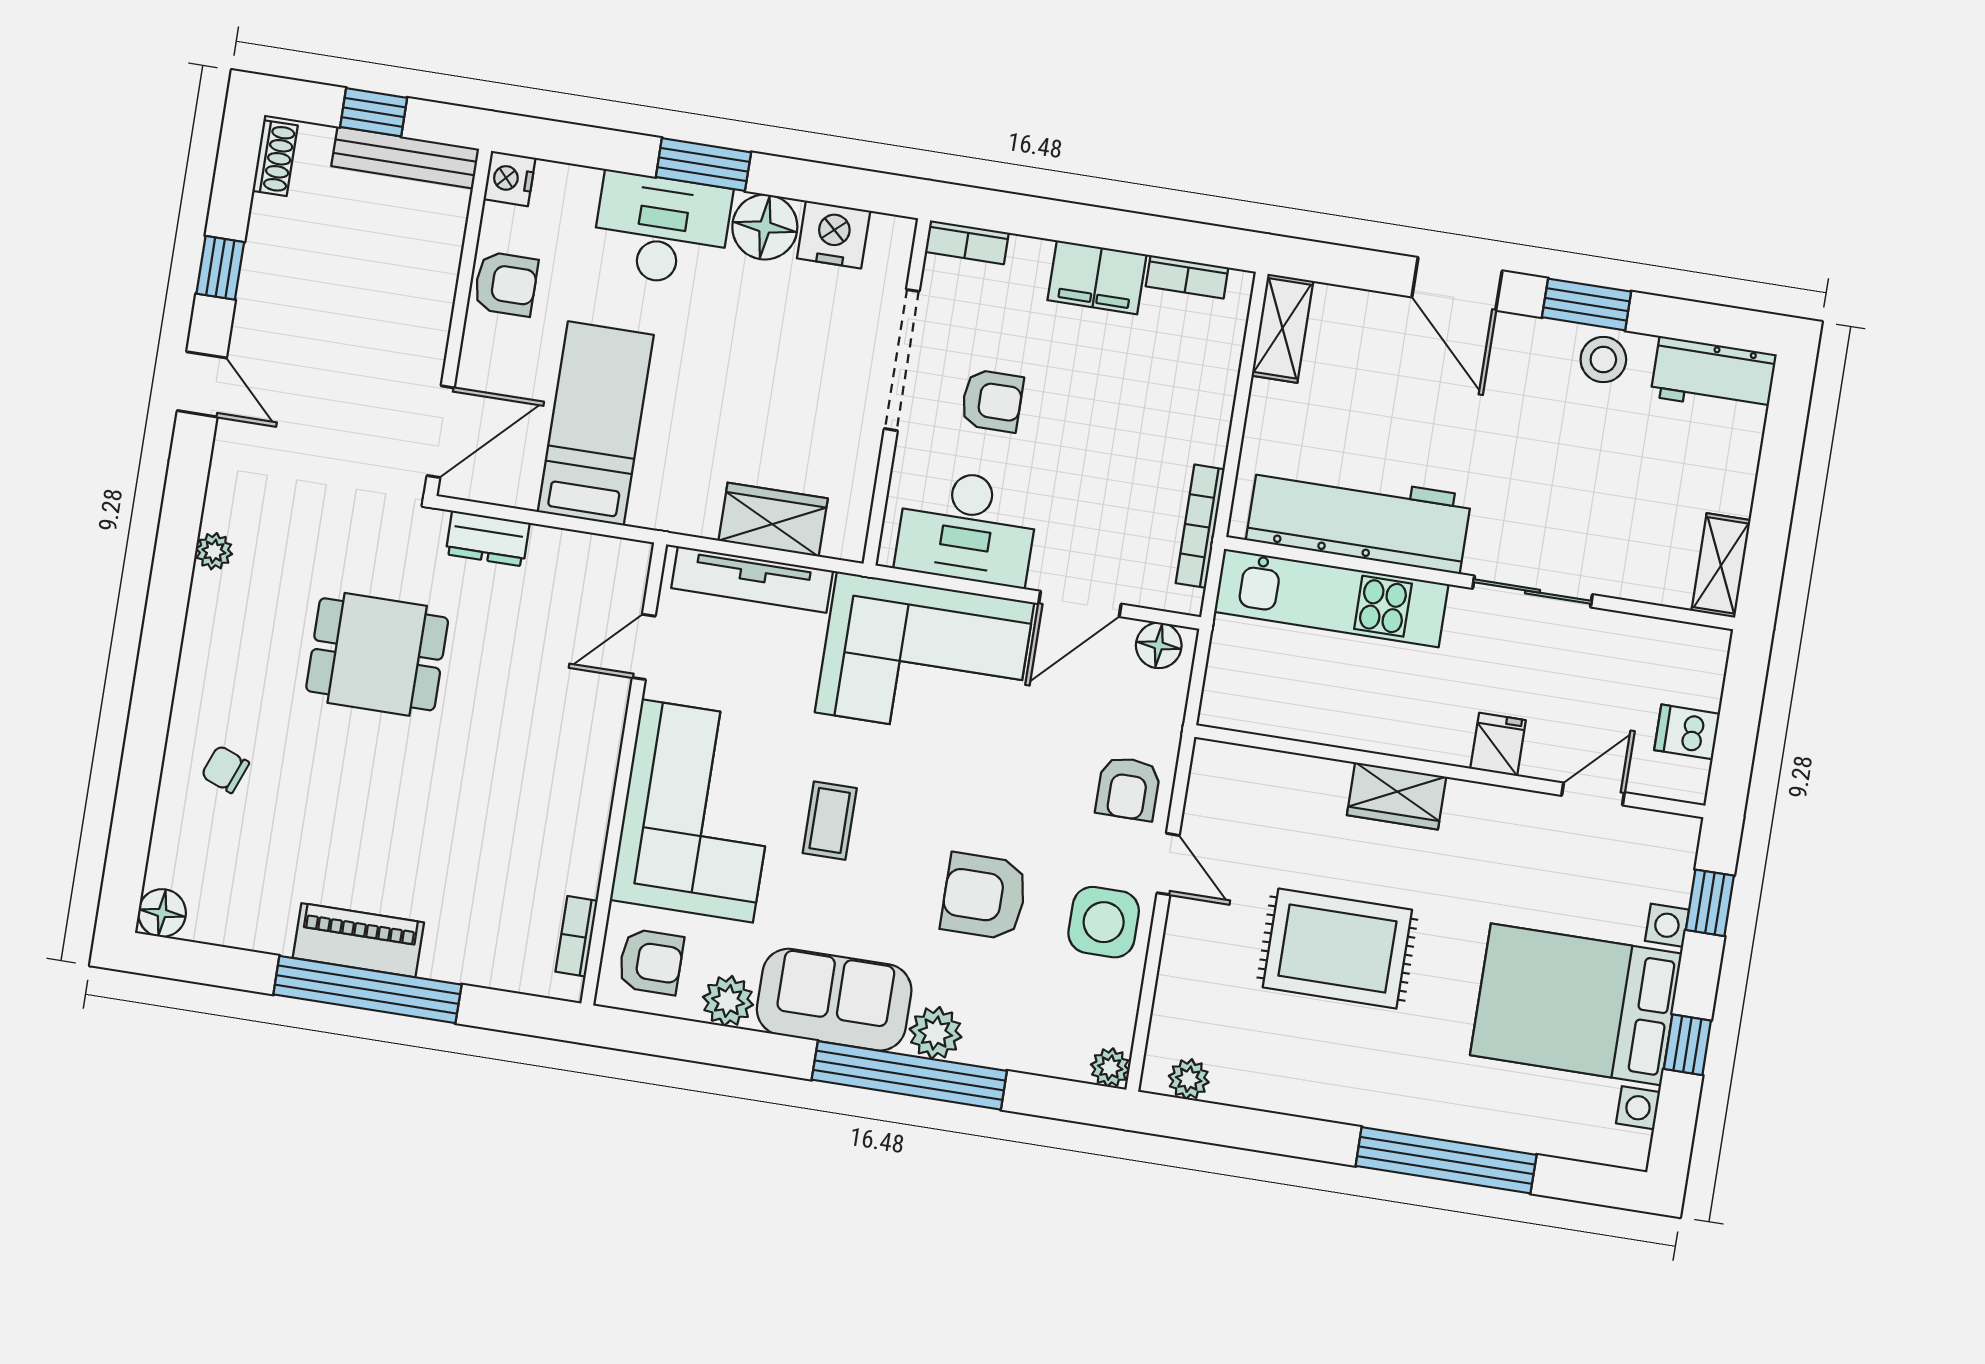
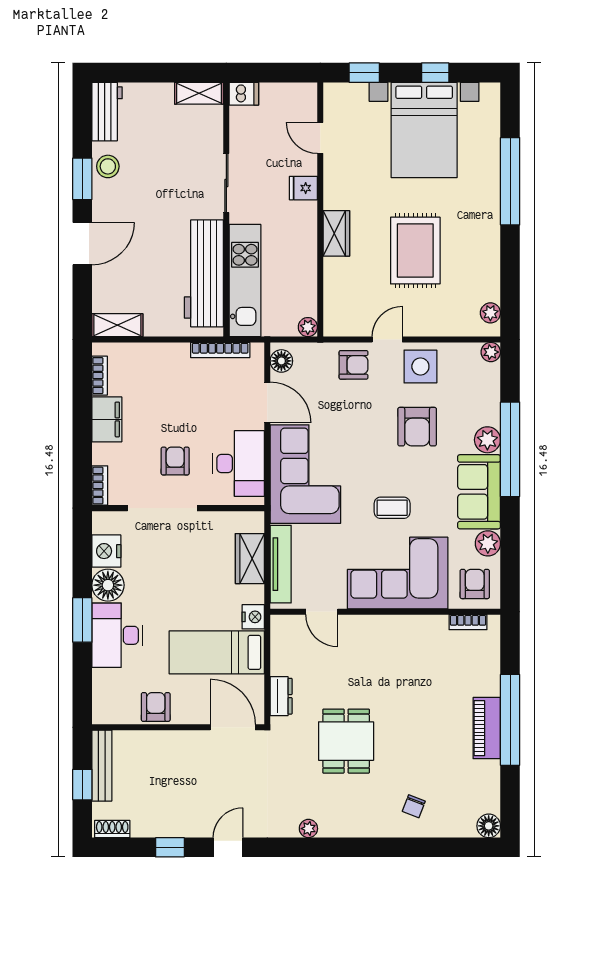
nightstand: (509, 178) -> (253, 617), moved, turned -90
plant: (1218, 709) -> (308, 327), added
dishwasher: (1687, 732) -> (244, 94), moved, turned -90

